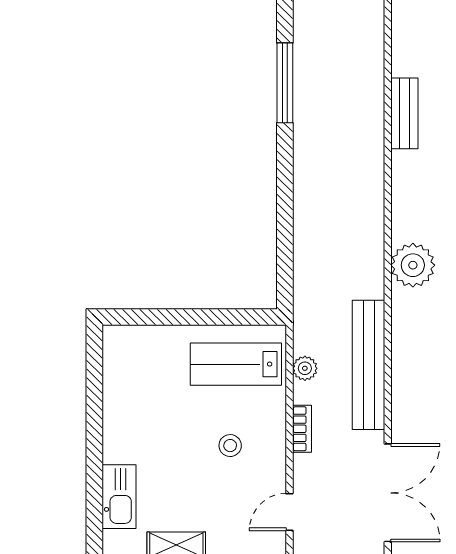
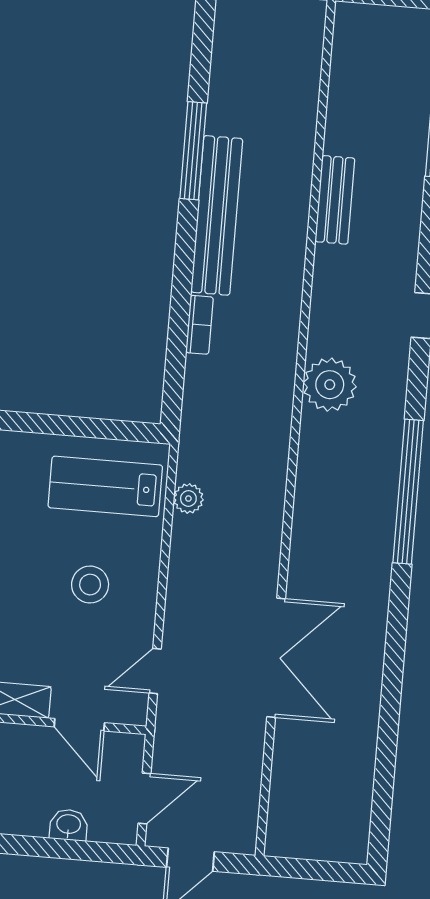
bench: (369, 365) -> (217, 215), moved
bookcase: (302, 429) -> (200, 325), moved
stool: (230, 446) -> (90, 585), width x1.37, depth x1.37

